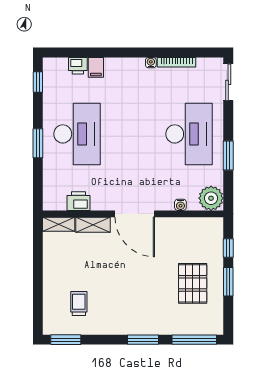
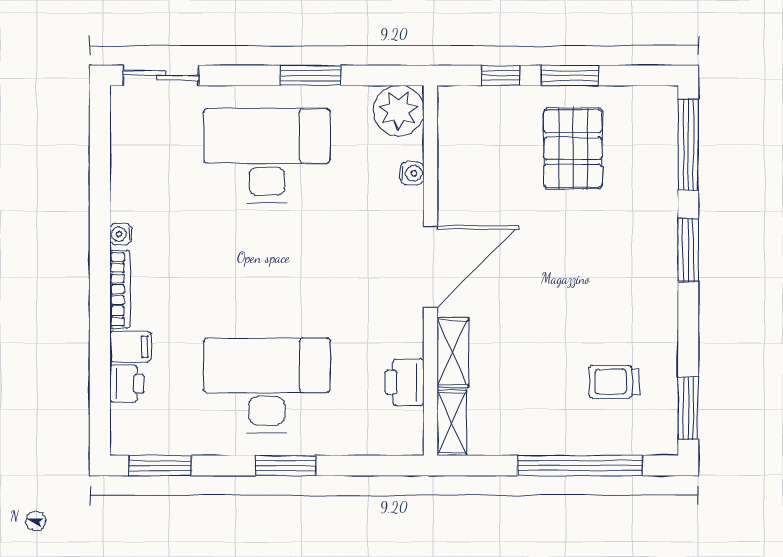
bookcase: (177, 62) -> (120, 289), moved
window: (38, 82) -> (160, 466), width x1.50
pallet: (193, 283) -> (573, 148), turned 90
window: (38, 287) -> (580, 466), added

